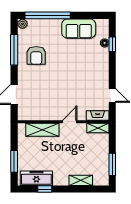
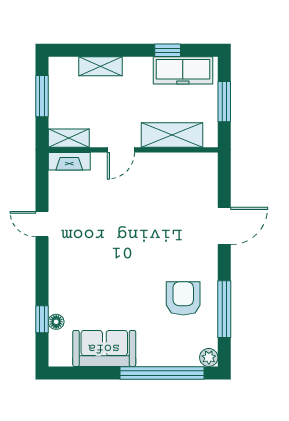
fireplace: (98, 116) -> (69, 161), moved
wall: (63, 122) -> (133, 150), moved
door: (70, 122) -> (121, 150), moved
shelving: (98, 128) -> (69, 138), moved
shelving: (42, 130) -> (172, 135), moved

